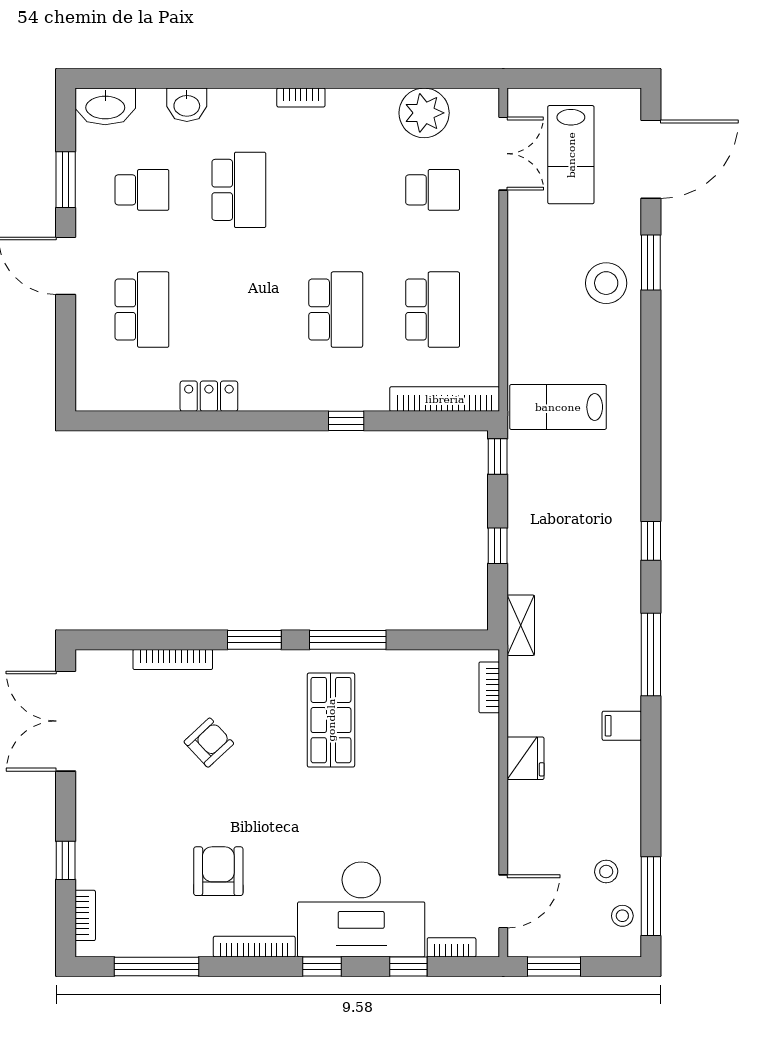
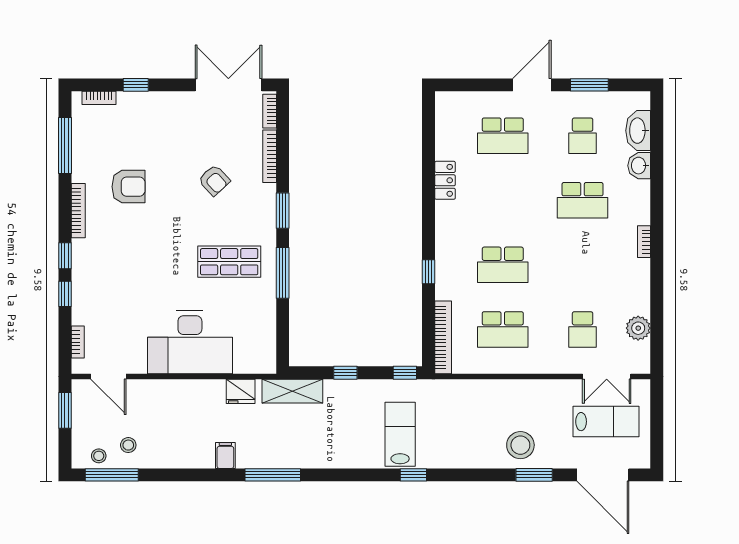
washbasin: (105, 106) -> (638, 131), moved
plant: (424, 113) -> (638, 328), width x0.73, depth x0.73
lab bench: (571, 155) -> (606, 422), turned 180
lab bench: (558, 407) -> (400, 434), moved
window: (651, 541) -> (413, 475), moved
shelving: (521, 625) -> (292, 391), width x1.50, depth x1.33
bookcase: (489, 687) -> (270, 111), moved, turned -90
fridge: (525, 758) -> (241, 391), moved
desk: (361, 909) -> (190, 342), moved, turned -90
window: (408, 966) -> (65, 294), moved

